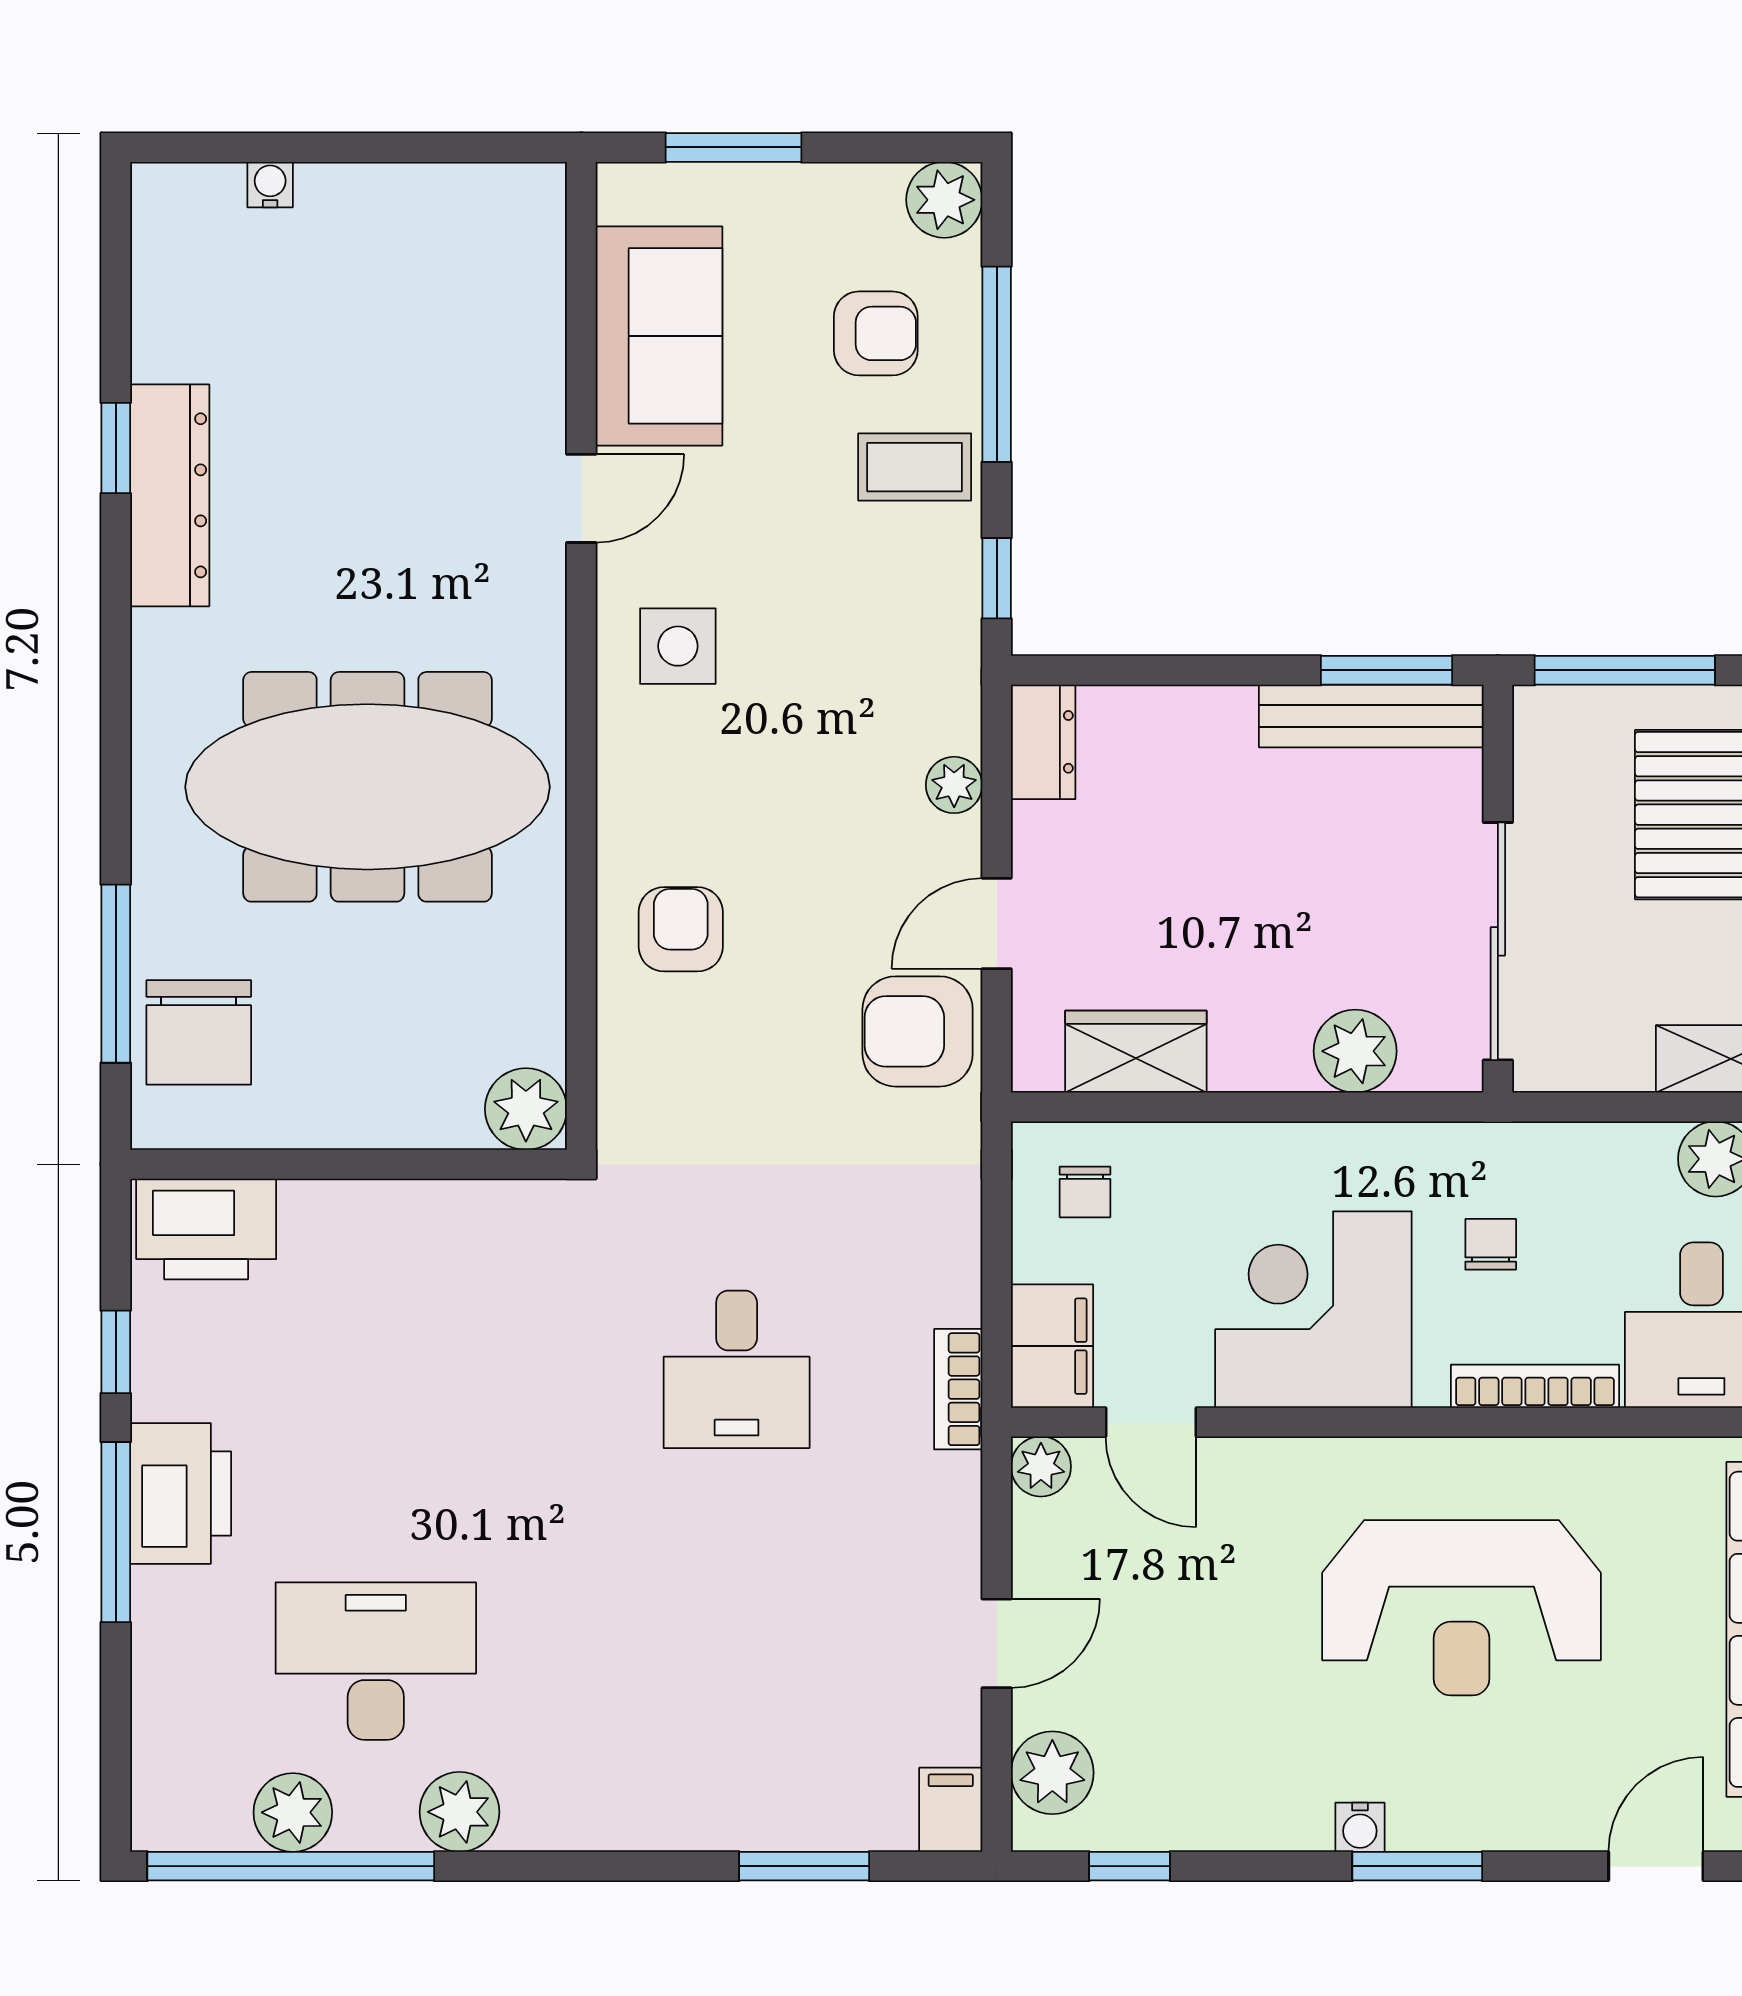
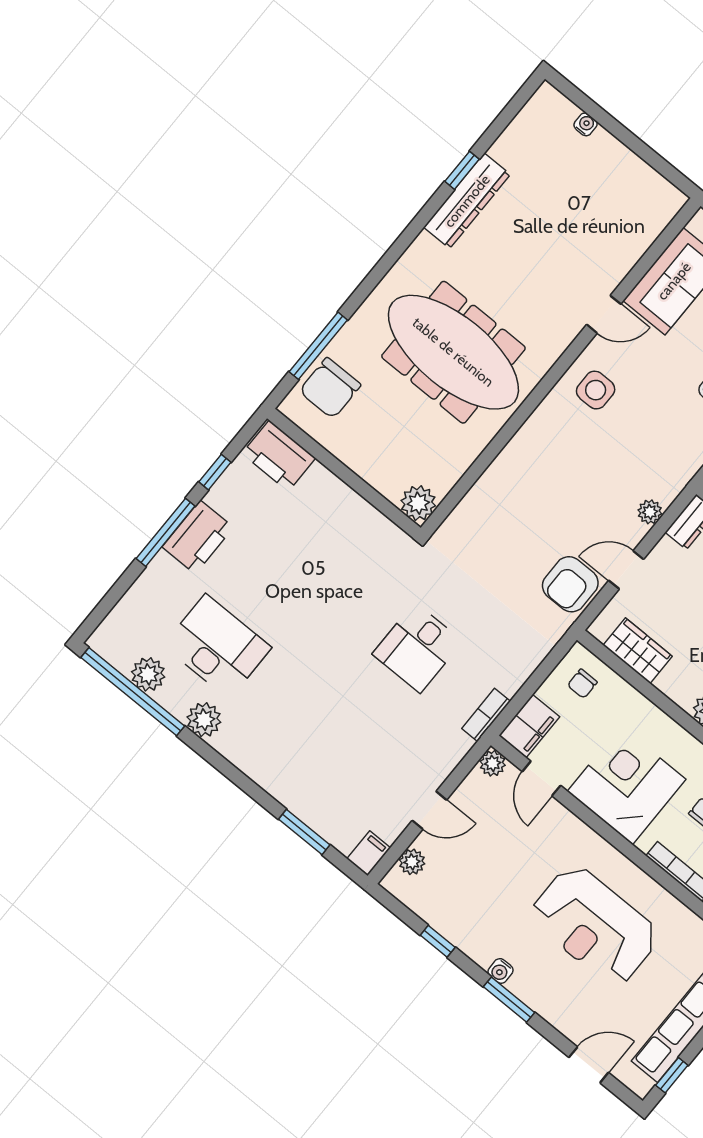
armchair: (681, 929) -> (519, 485), removed
armchair: (918, 1031) -> (570, 584), turned -90
plant: (1052, 1773) -> (412, 862), width x0.73, depth x0.73
window: (1129, 1866) -> (438, 941), moved

